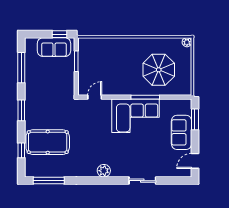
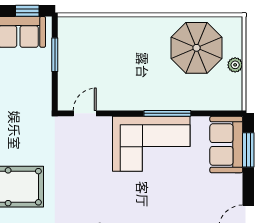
plant: (187, 42) -> (235, 65), moved
parasol: (159, 70) -> (197, 48), moved
sofa: (181, 132) -> (226, 145), moved

